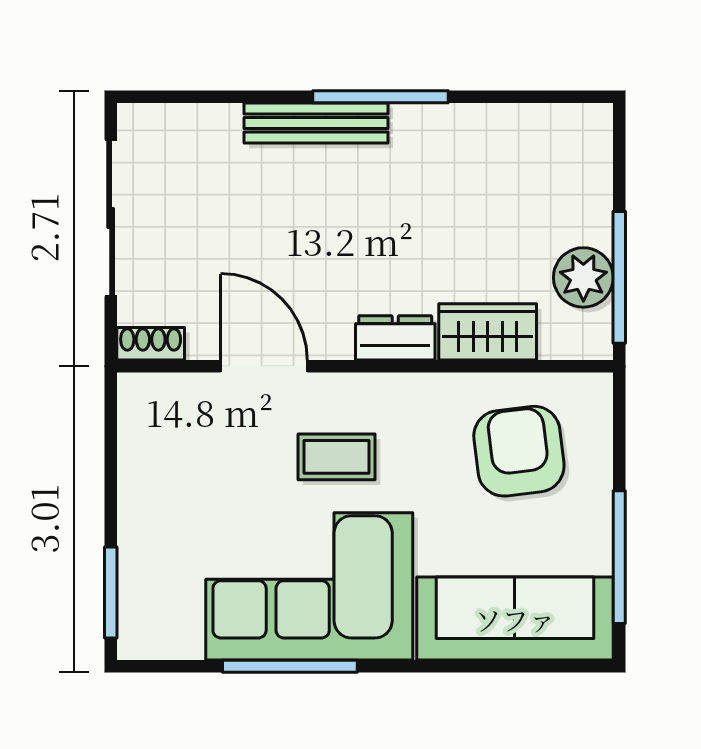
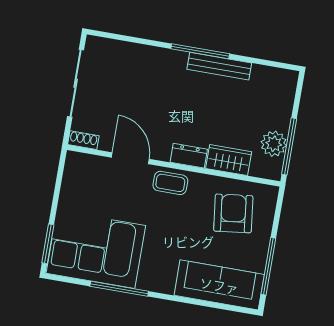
bench: (316, 123) -> (219, 66), moved
coffee table: (336, 457) -> (170, 183), moved
corner sofa: (309, 586) -> (96, 249), moved

